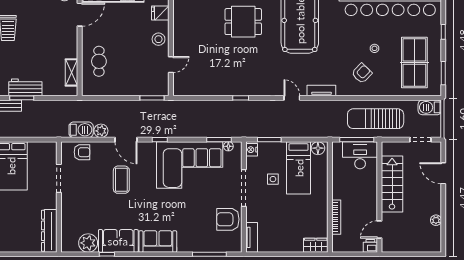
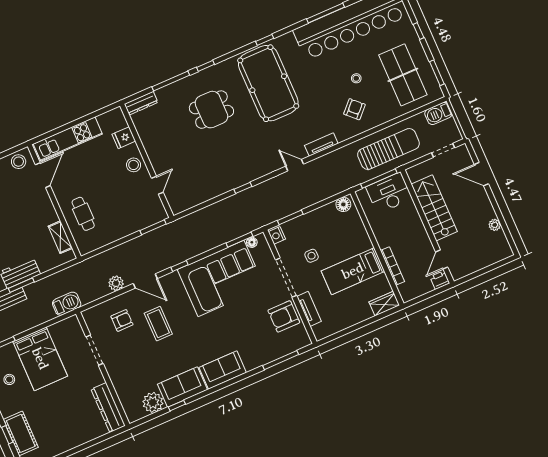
sun lounger: (376, 119) -> (388, 149), turned 180
barbecue: (81, 130) -> (67, 304), moved
armchair: (82, 152) -> (122, 320), moved
bed: (299, 168) -> (353, 271), moved, turned 90
tv unit: (252, 237) -> (309, 309), moved

